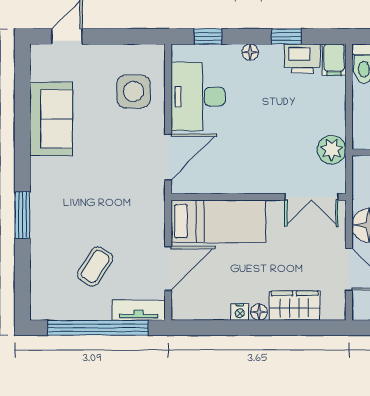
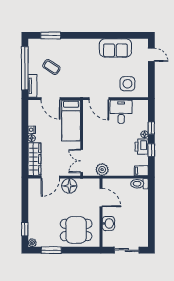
window: (208, 36) -> (151, 128), moved
printer: (302, 59) -> (142, 147), moved
desk: (198, 97) -> (121, 112), width x0.73
window: (22, 215) -> (51, 35), moved
wardrobe: (295, 306) -> (34, 159), width x1.50

